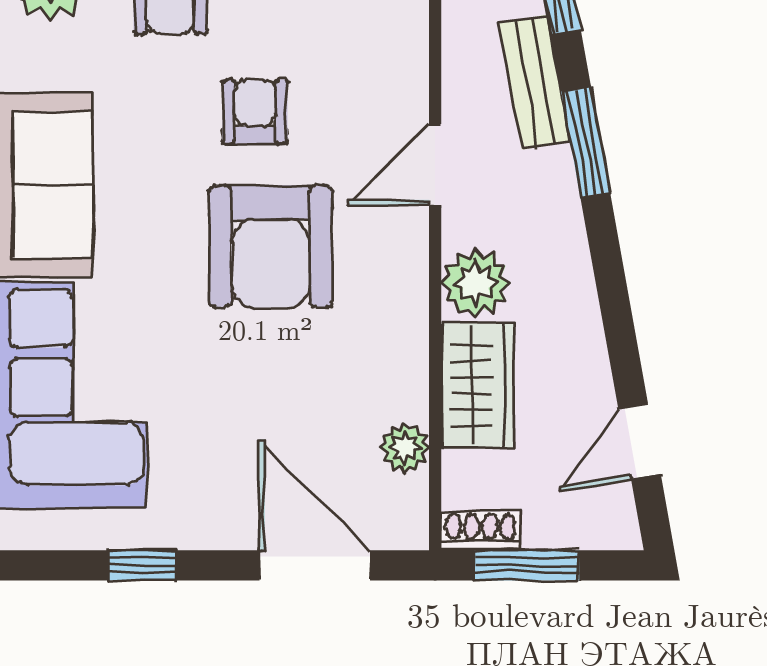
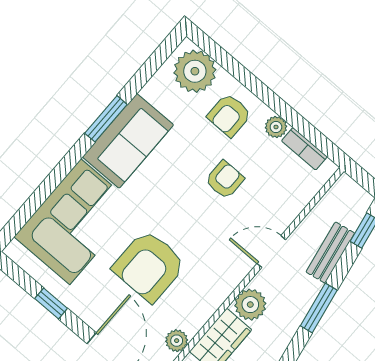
window: (586, 142) -> (319, 308), moved
armchair: (271, 247) -> (149, 266), moved

